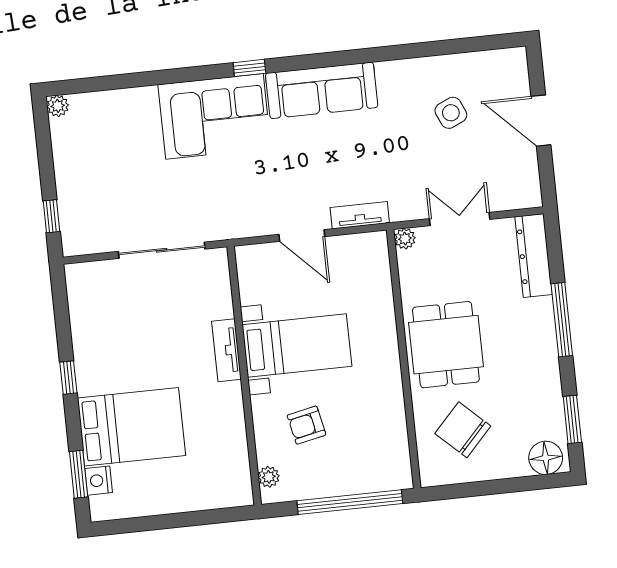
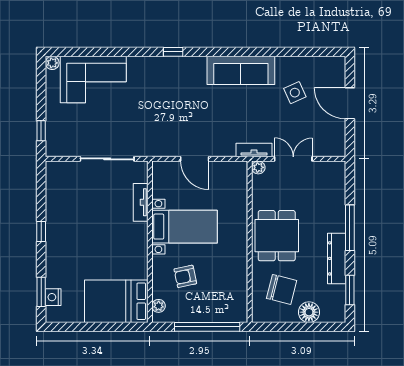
sofa: (322, 90) -> (241, 70), moved
corner sofa: (215, 116) -> (93, 79), moved
tv unit: (360, 215) -> (254, 150), moved
dresser: (534, 256) -> (337, 258), moved
tv unit: (226, 350) -> (141, 202), moved
bed: (132, 427) -> (116, 301), moved, turned 180
chair: (463, 430) -> (282, 289), turned 151
floor lamp: (546, 458) -> (309, 312), moved

